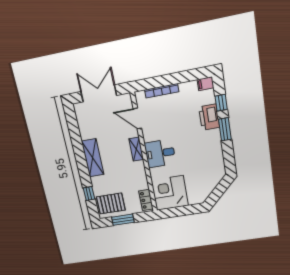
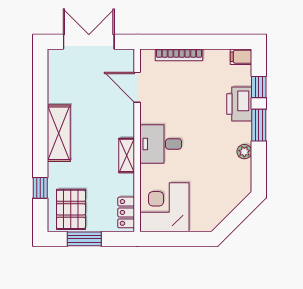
shelving: (136, 149) -> (127, 155), moved
plant: (217, 149) -> (244, 152), added
pallet: (111, 203) -> (71, 209), turned 90

